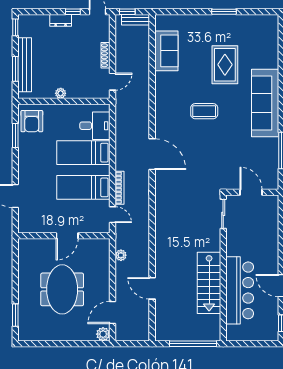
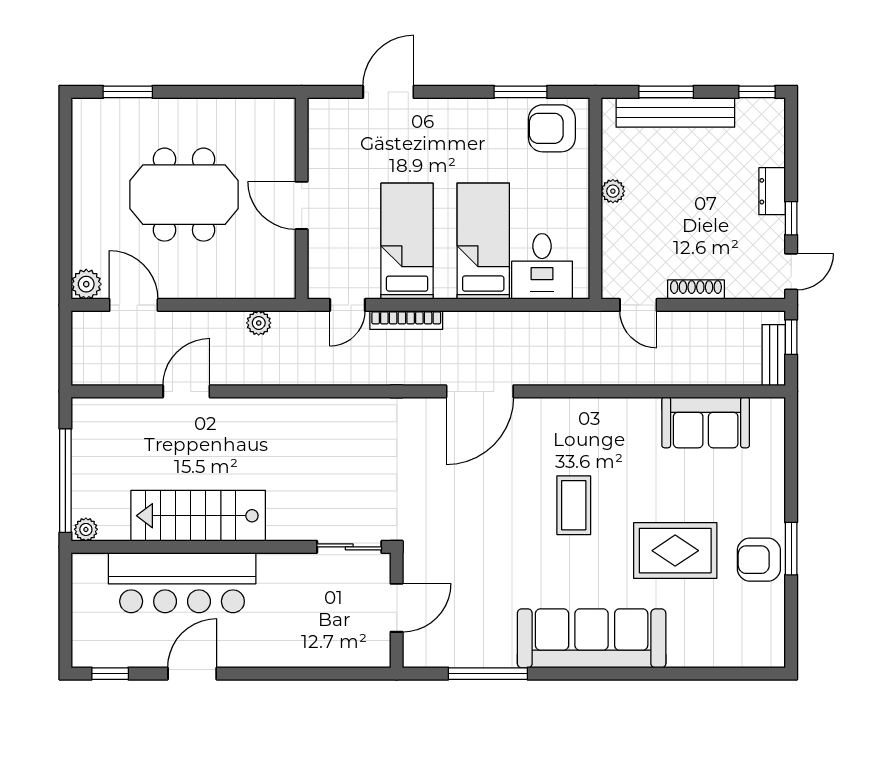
armchair: (229, 26) -> (759, 560), added
plant: (215, 334) -> (86, 529), added

